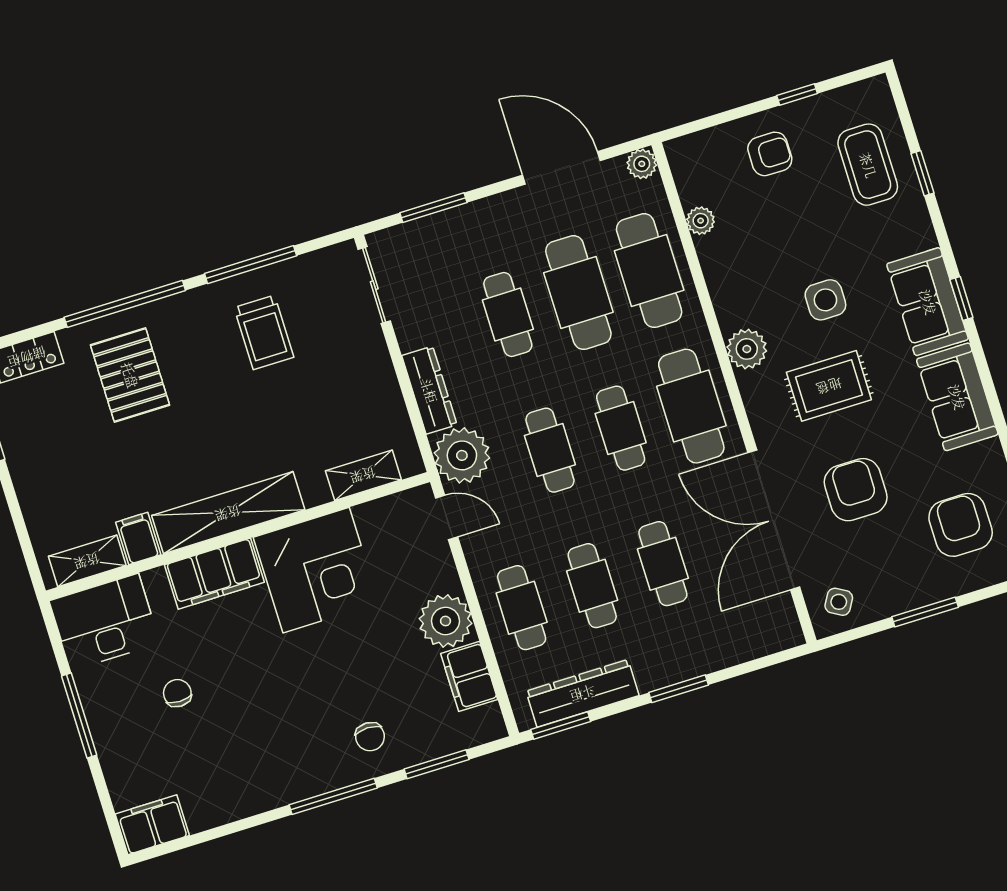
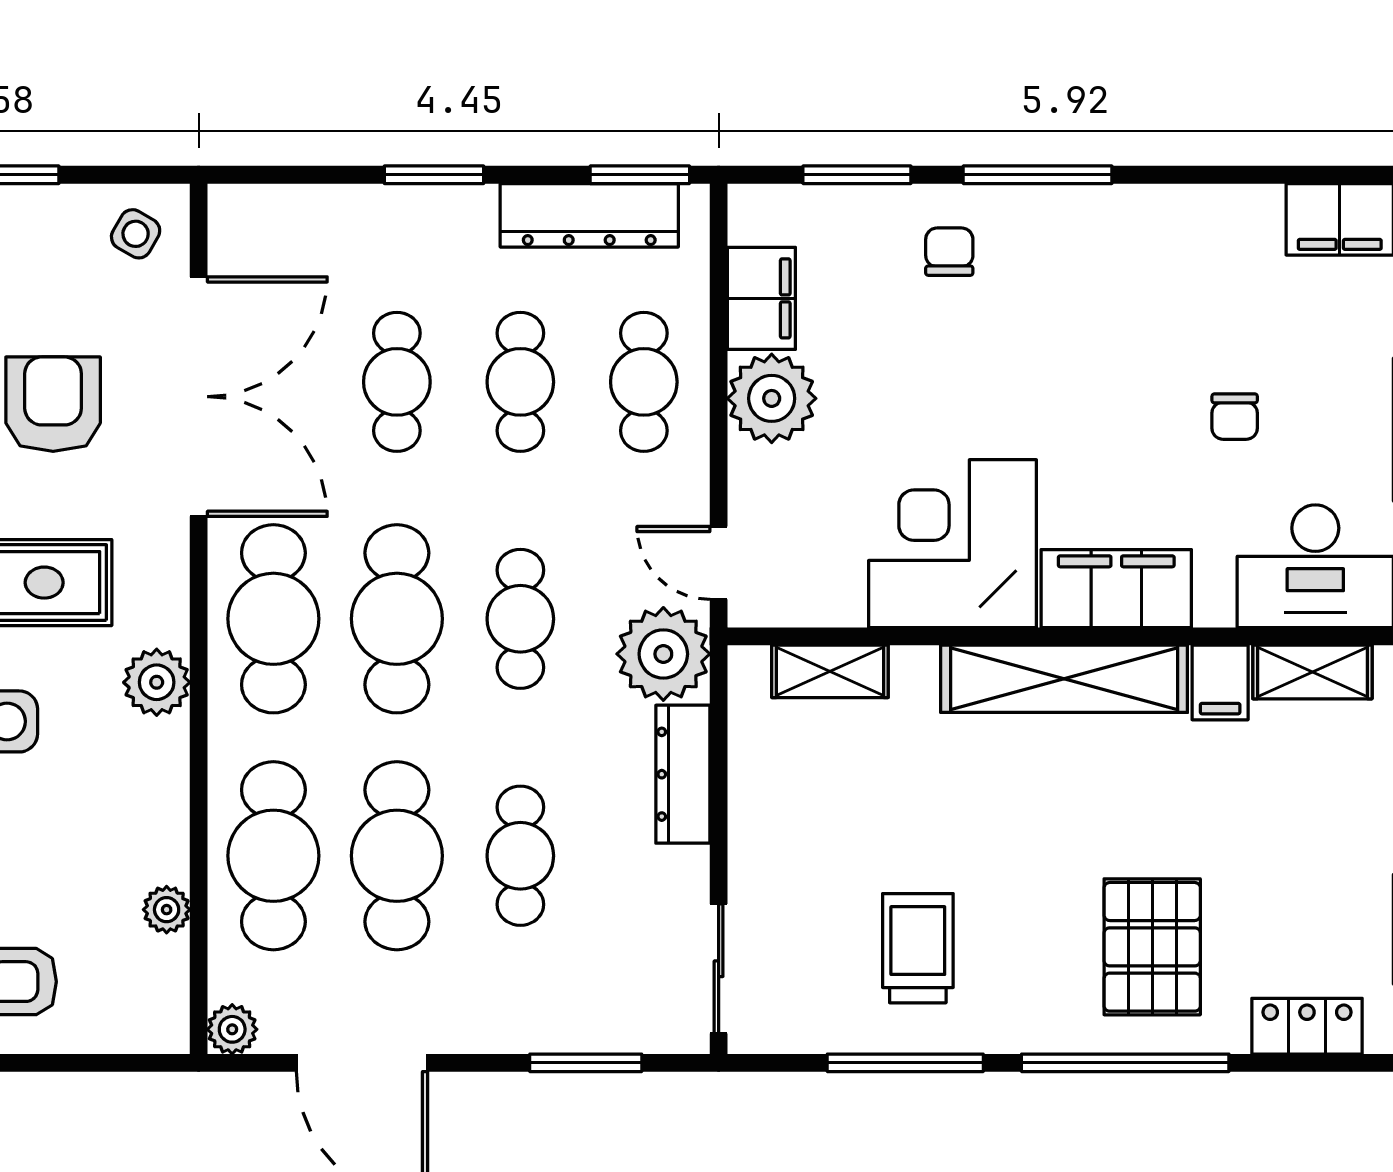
cafe table: (621, 428) -> (397, 619), width x1.37, depth x1.35
armchair: (856, 490) -> (53, 404), turned 180

